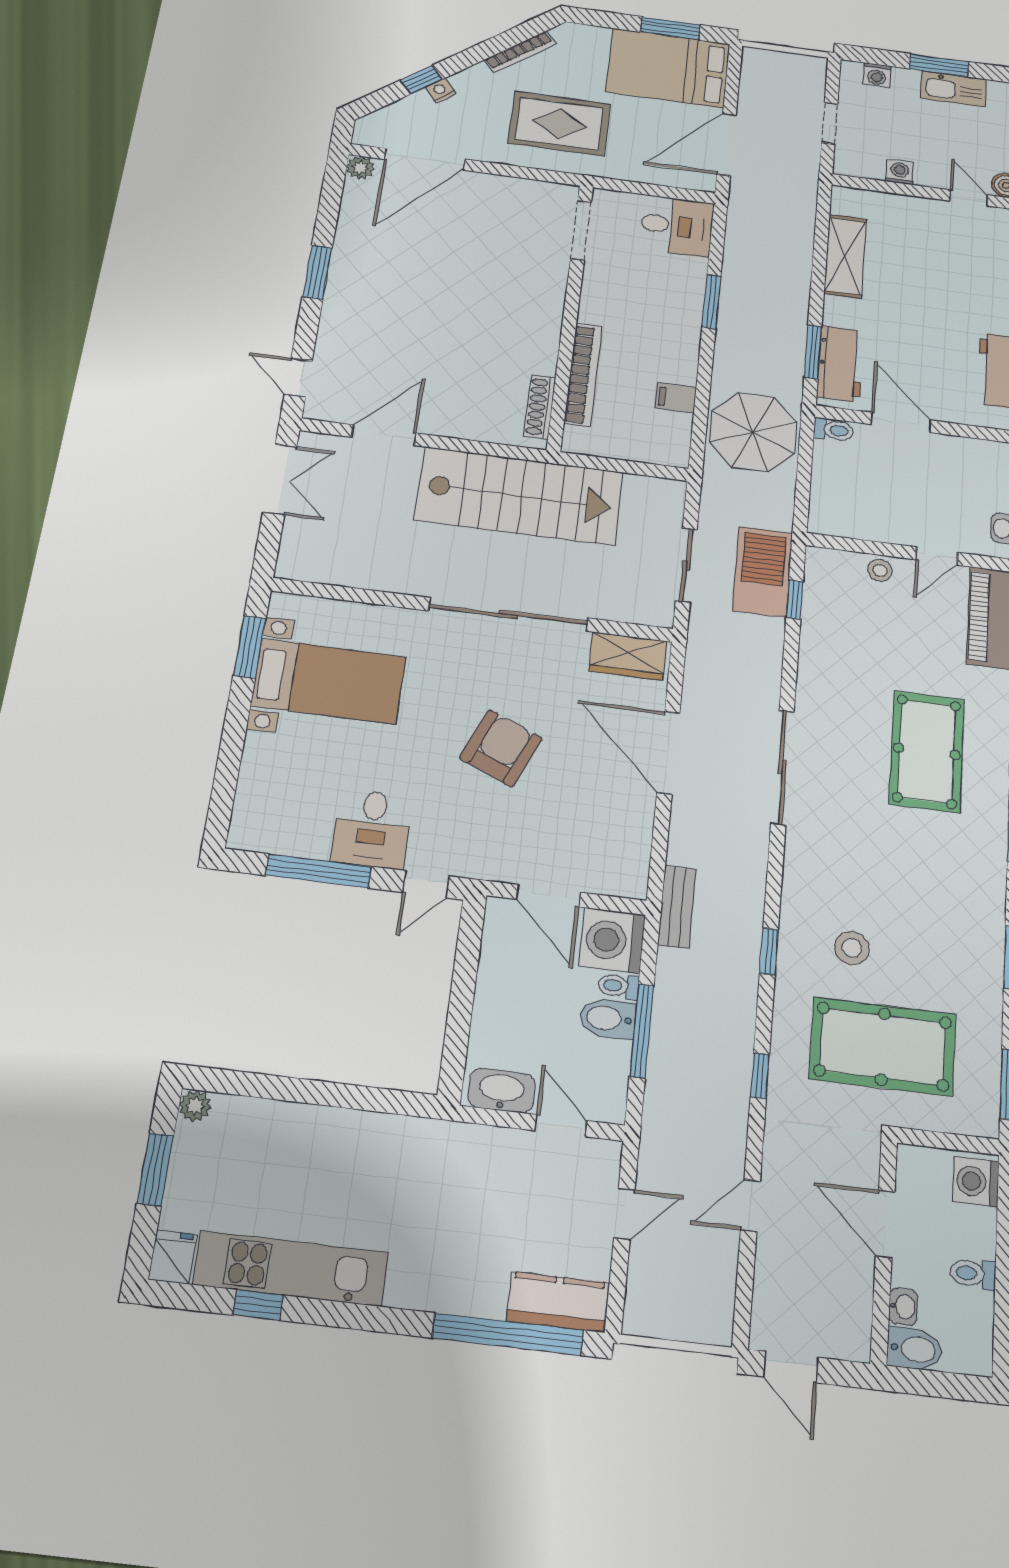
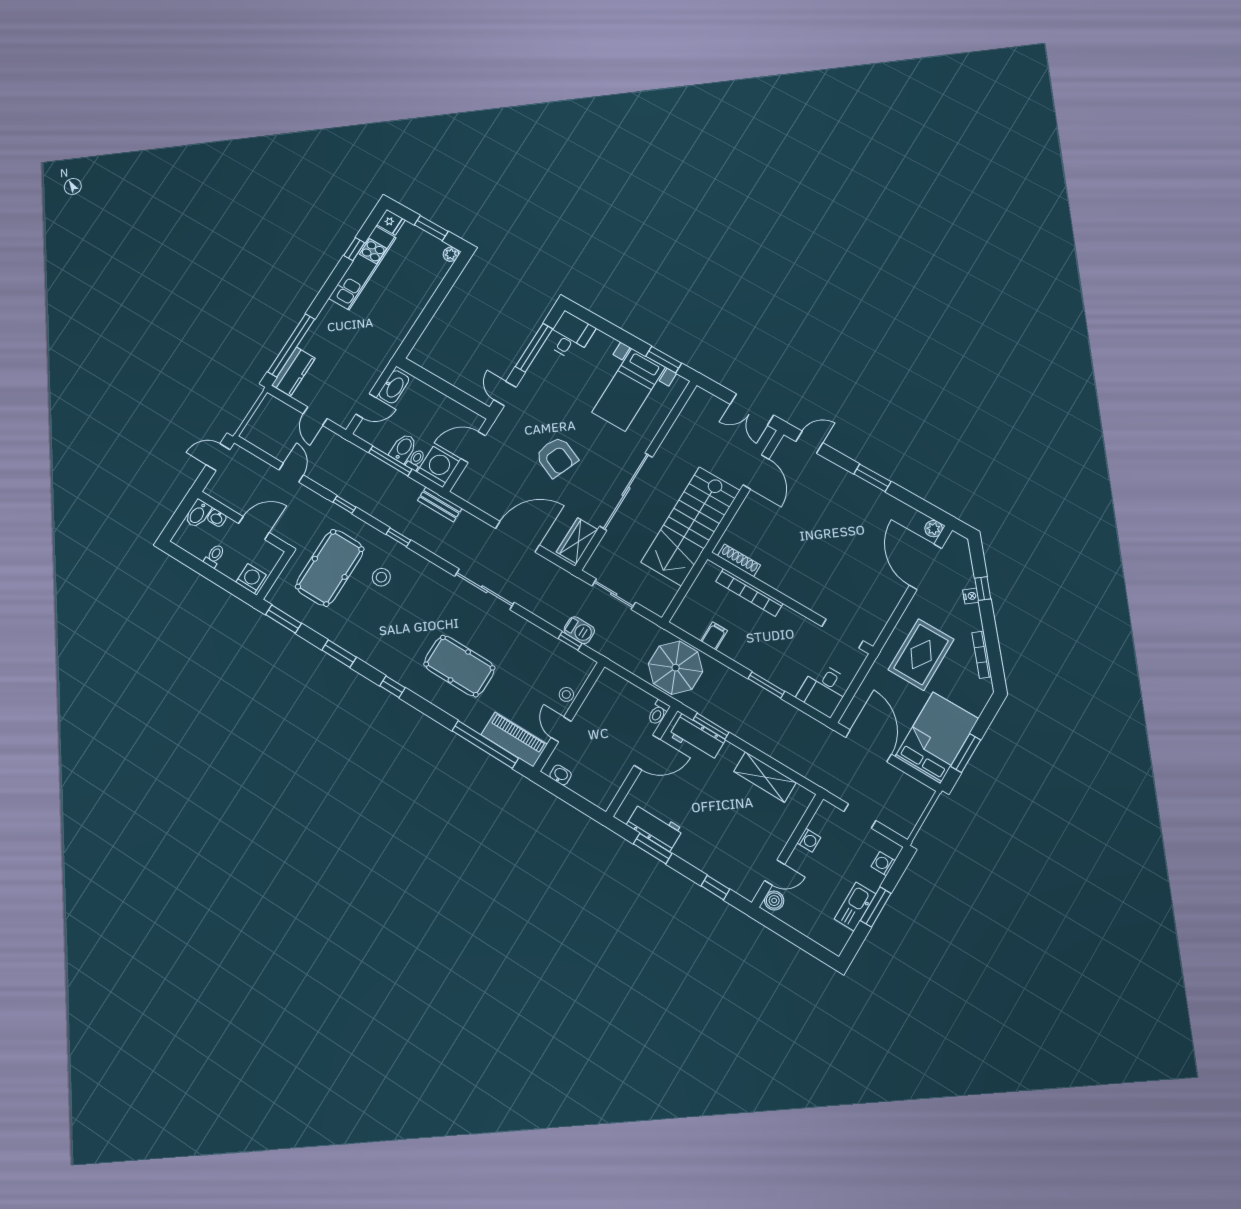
barbecue: (763, 572) -> (579, 630), width x0.53, depth x0.65
desk: (372, 829) -> (570, 336), moved, turned 90

